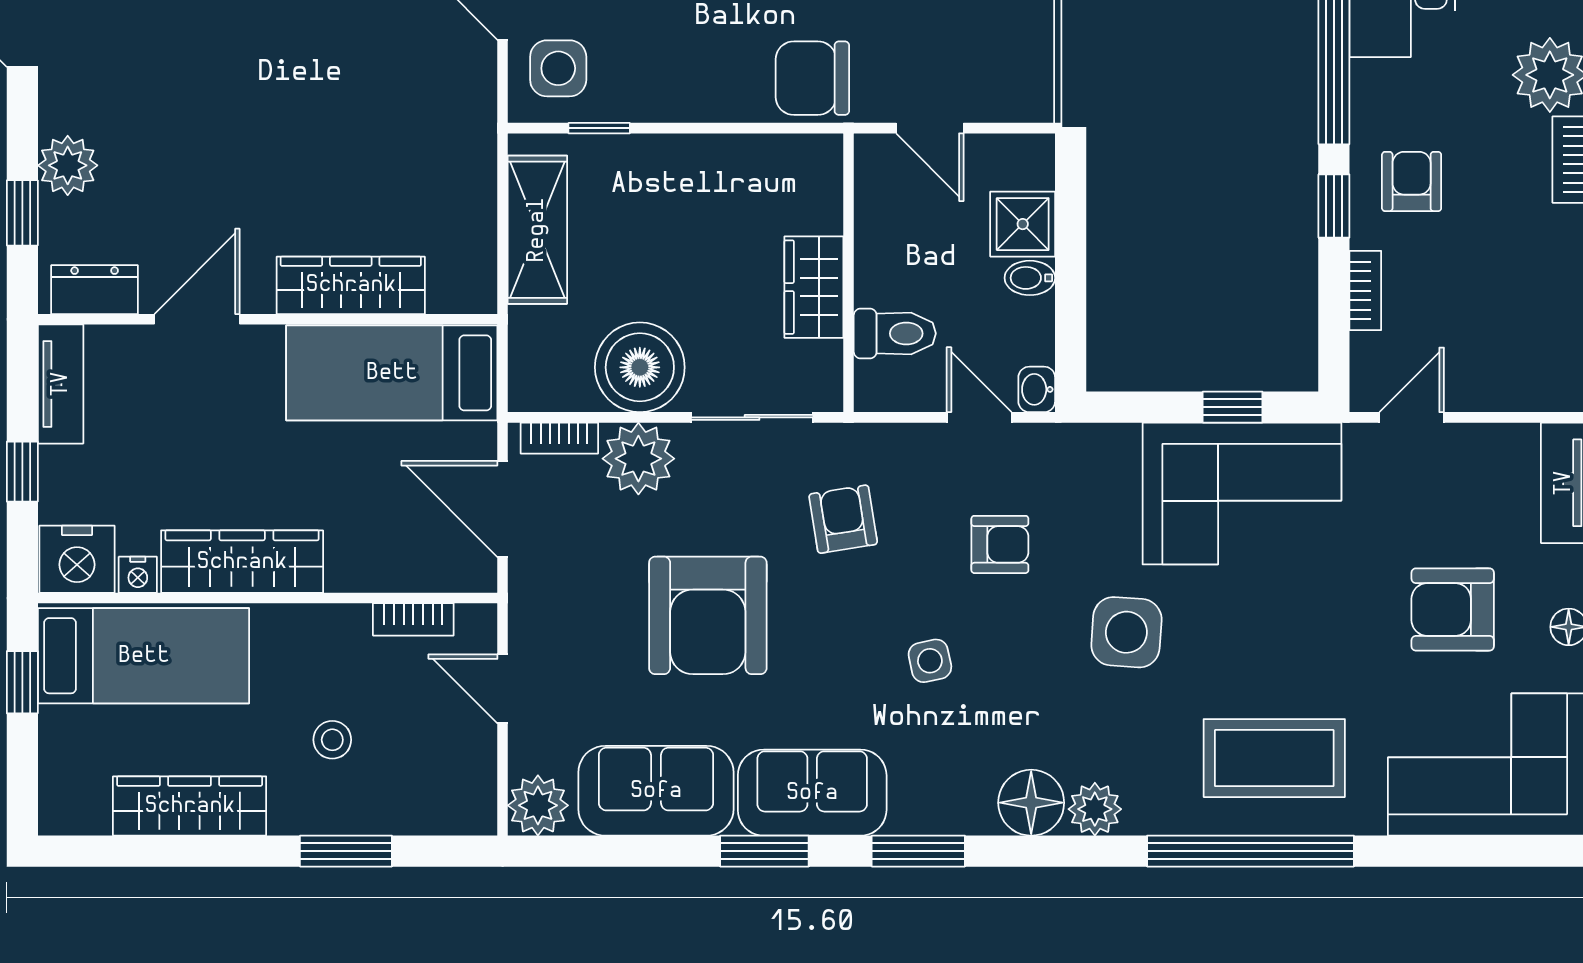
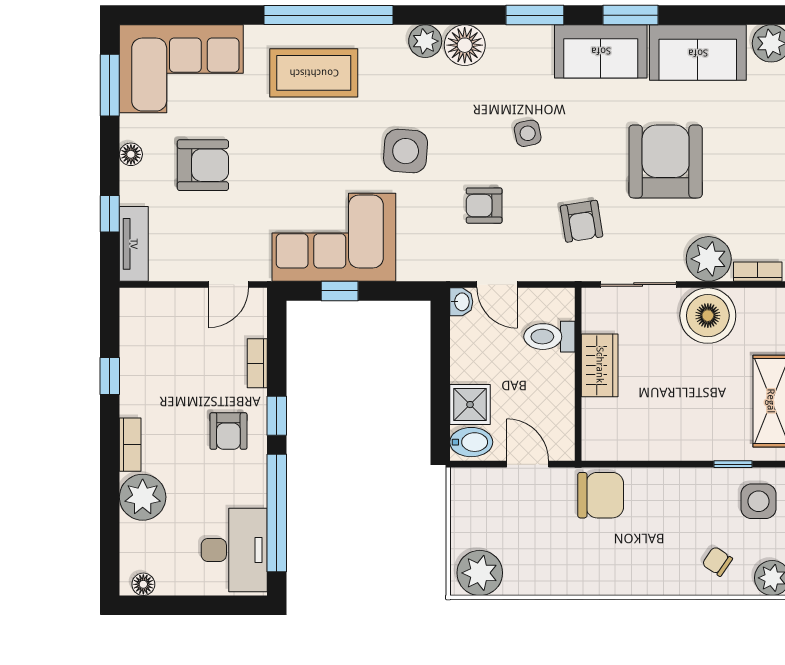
bidet: (1030, 278) -> (471, 442), moved, width x1.38, depth x1.36

